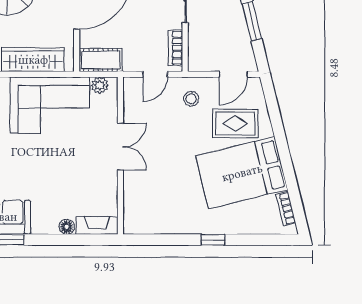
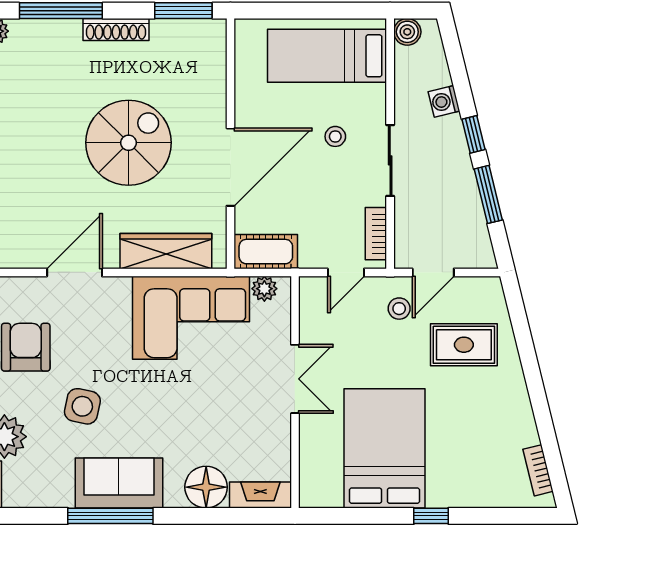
door: (233, 74) -> (433, 272), moved
bed: (242, 173) -> (384, 448), moved, turned 104
floor lamp: (67, 227) -> (206, 487), width x1.89, depth x1.89

